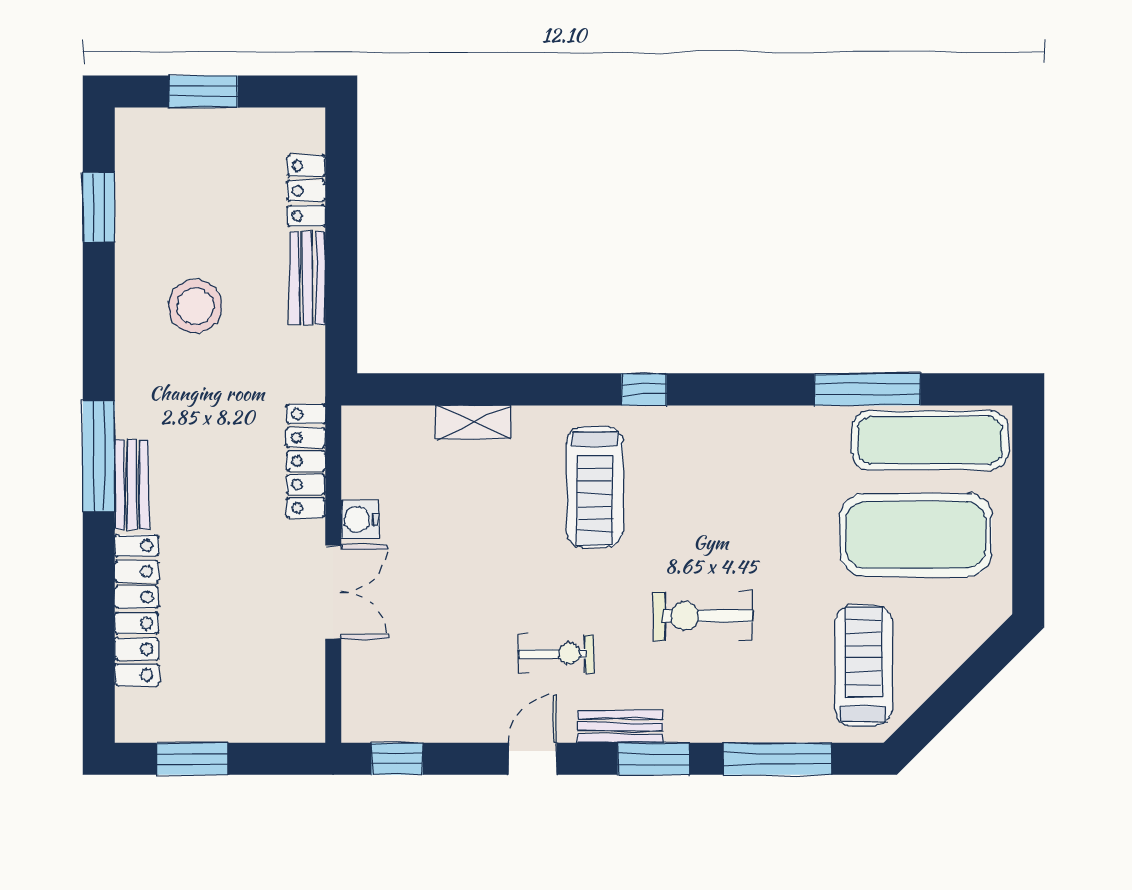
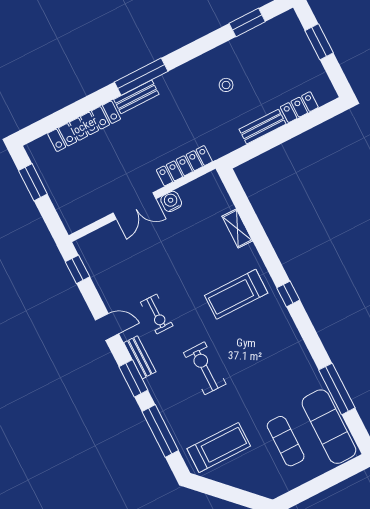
stool: (195, 306) -> (226, 85), width x0.53, depth x0.53
exercise mat: (916, 535) -> (286, 441), width x0.50, depth x0.69

